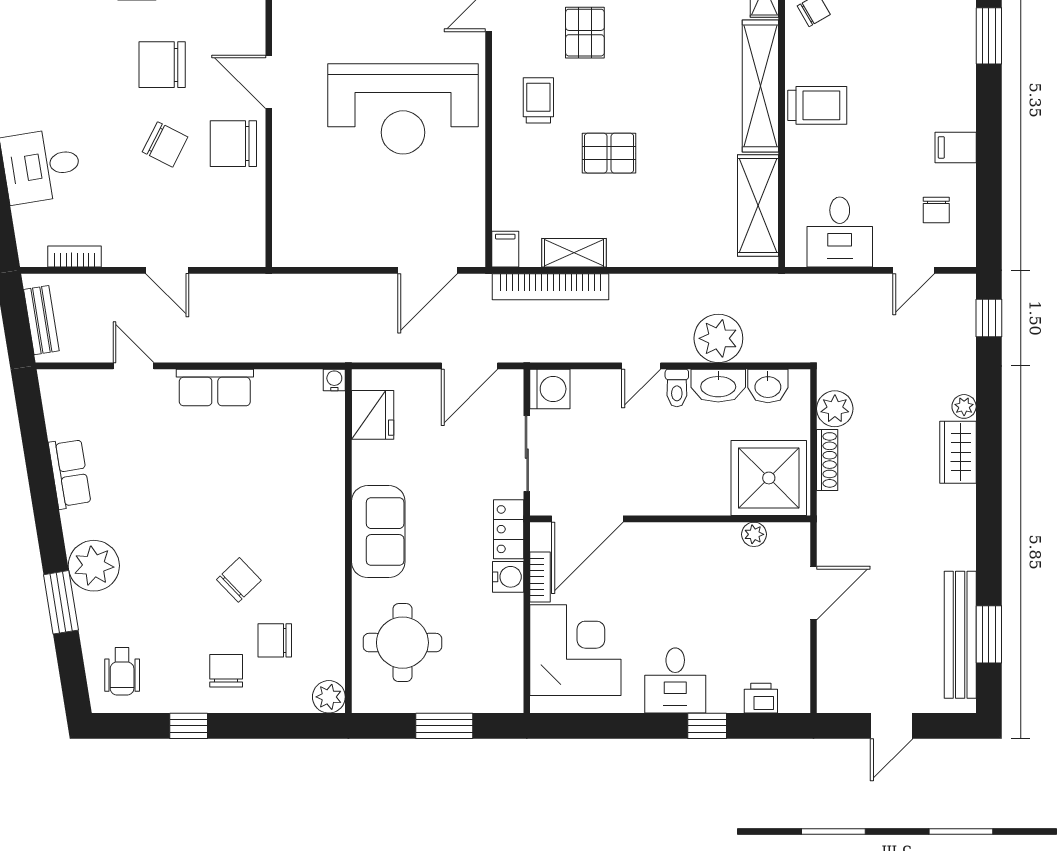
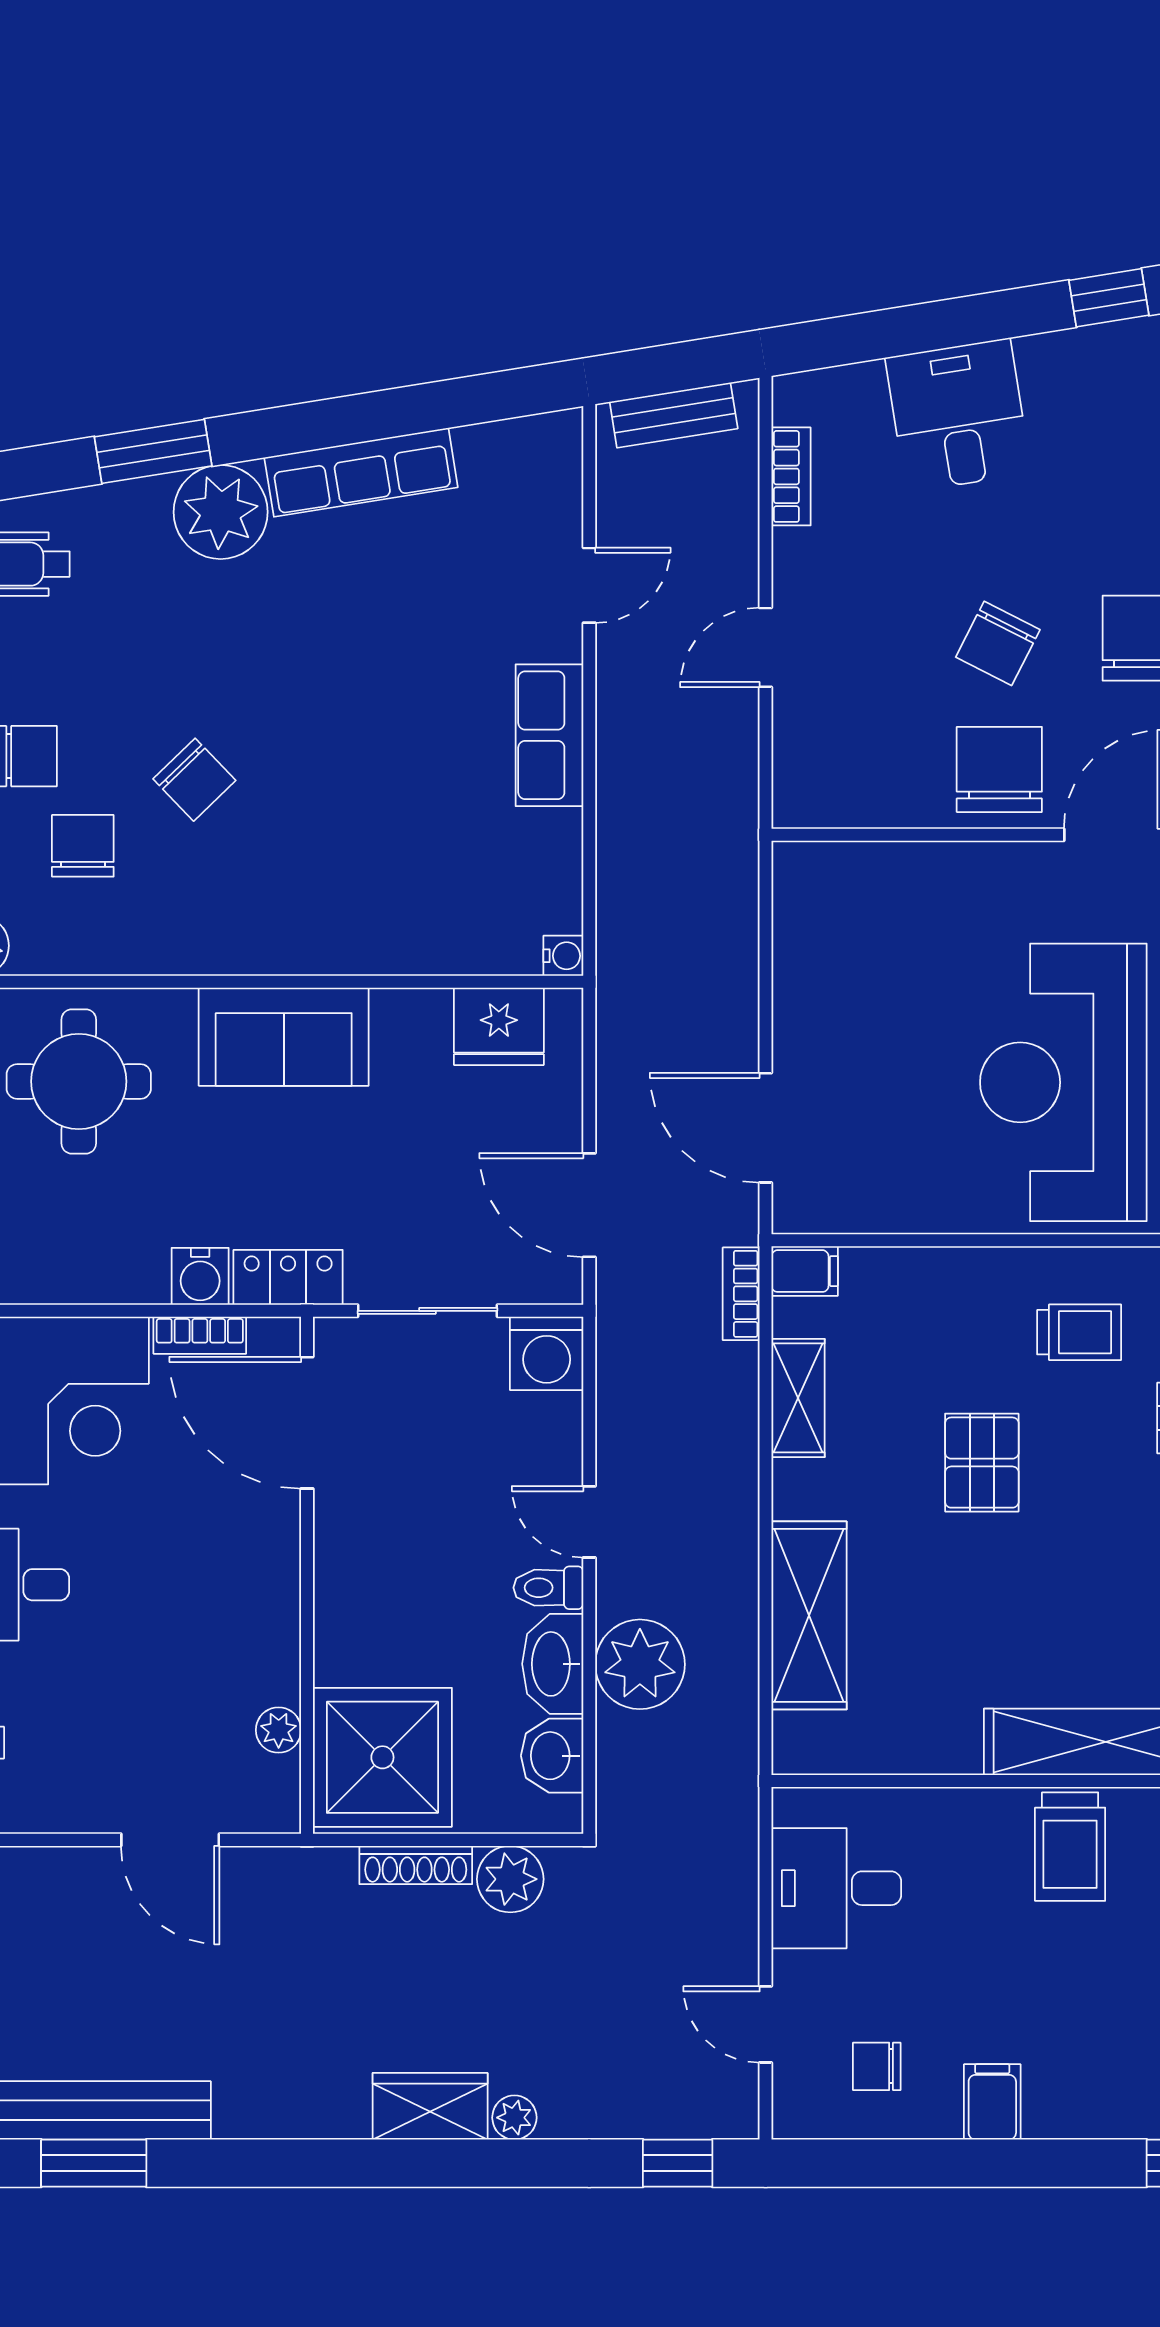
shelving: (758, 206) -> (809, 1615), moved, turned 90
bookcase: (551, 287) -> (741, 1294), width x0.43, depth x0.76
row of seats: (70, 473) -> (361, 472), width x1.48

